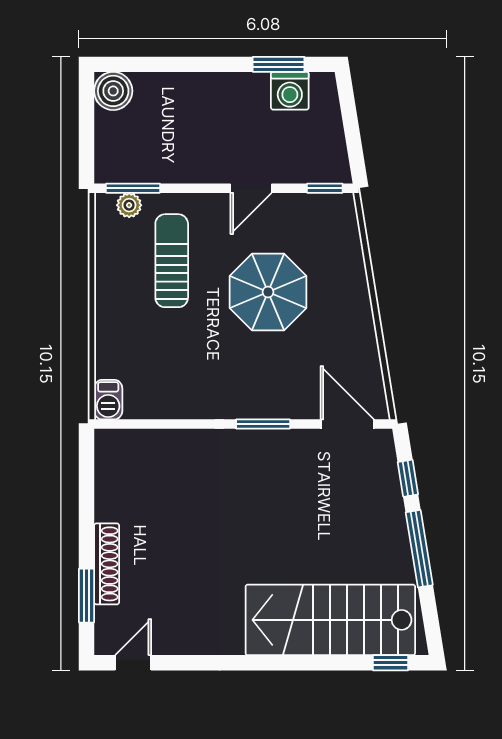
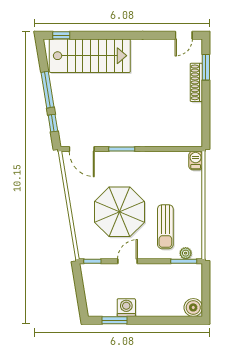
washing machine: (290, 91) -> (126, 308), moved
parasol: (268, 292) -> (119, 212), width x1.36, depth x1.36

